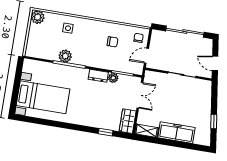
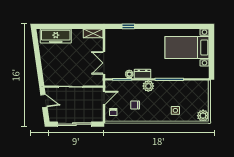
plant: (65, 56) -> (148, 86), moved
wardrobe: (128, 121) -> (111, 39), removed
window: (214, 121) -> (37, 51), removed
freezer: (176, 133) -> (56, 36), moved

